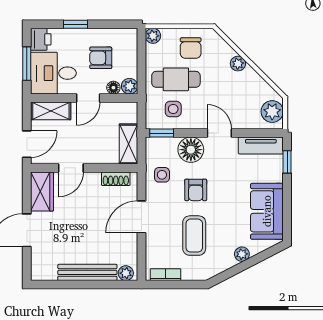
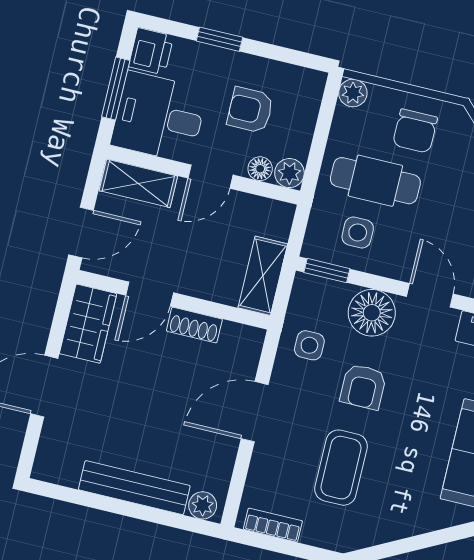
shoe rack: (116, 179) -> (194, 325), moved
plant: (242, 254) -> (418, 521), removed

